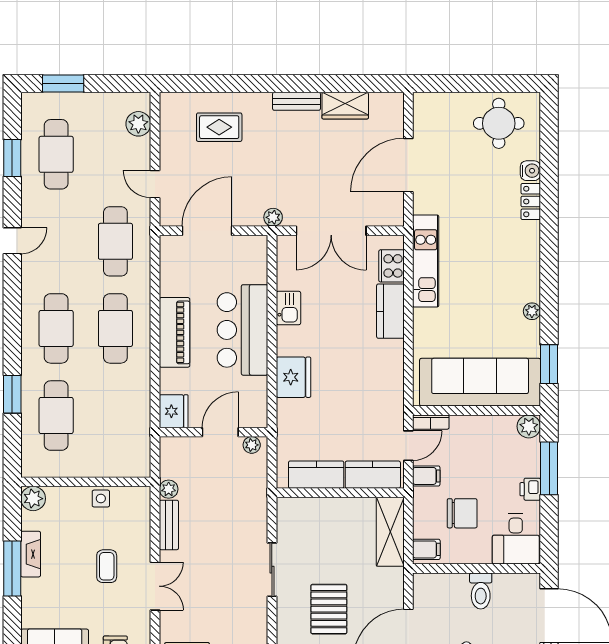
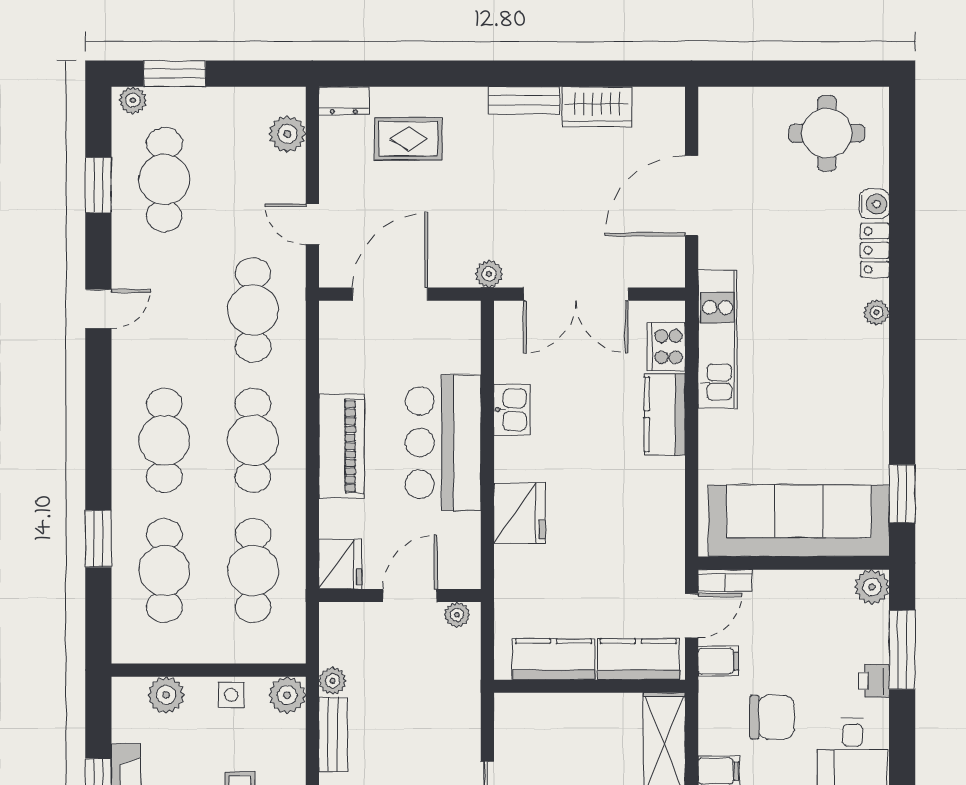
plant: (35, 101) -> (133, 100), added
dresser: (176, 102) -> (344, 101), added
plant: (532, 311) -> (877, 312), moved
cafe table: (115, 416) -> (253, 571), added
plant: (33, 499) -> (166, 695), moved
plant: (138, 499) -> (287, 695), added

